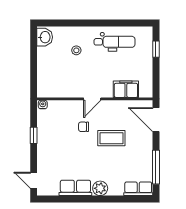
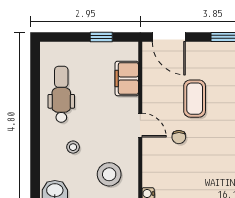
window: (156, 49) -> (101, 37), moved
stool: (57, 76) -> (109, 174), added
door: (156, 120) -> (169, 37), hinge flipped

